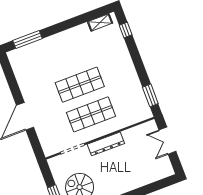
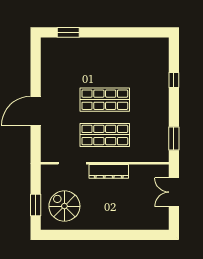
shelving: (100, 22) -> (150, 43), removed
window: (126, 30) -> (174, 80), moved
window: (27, 40) -> (68, 32), width x0.69

